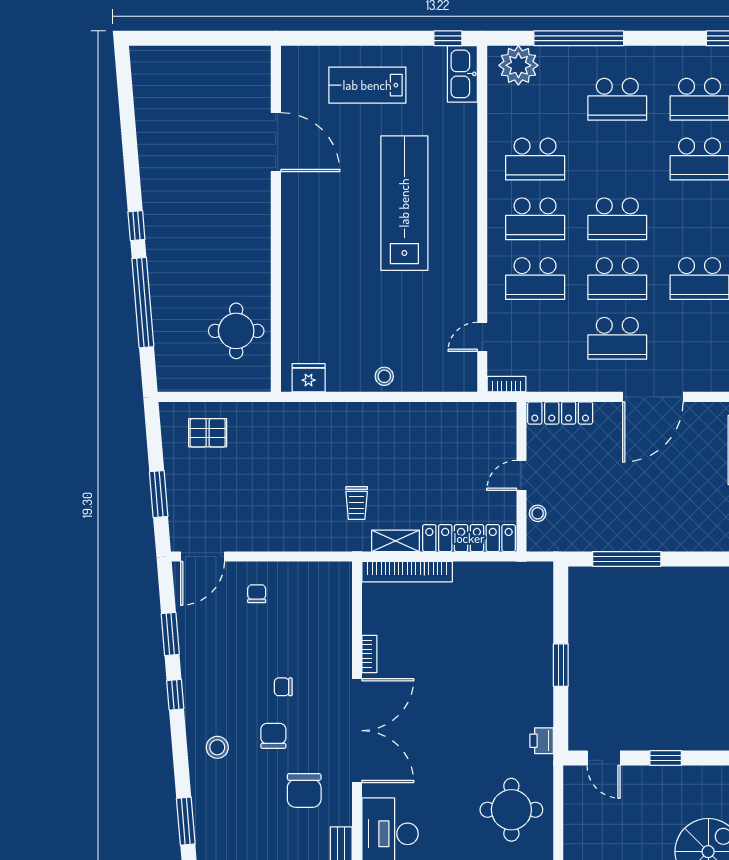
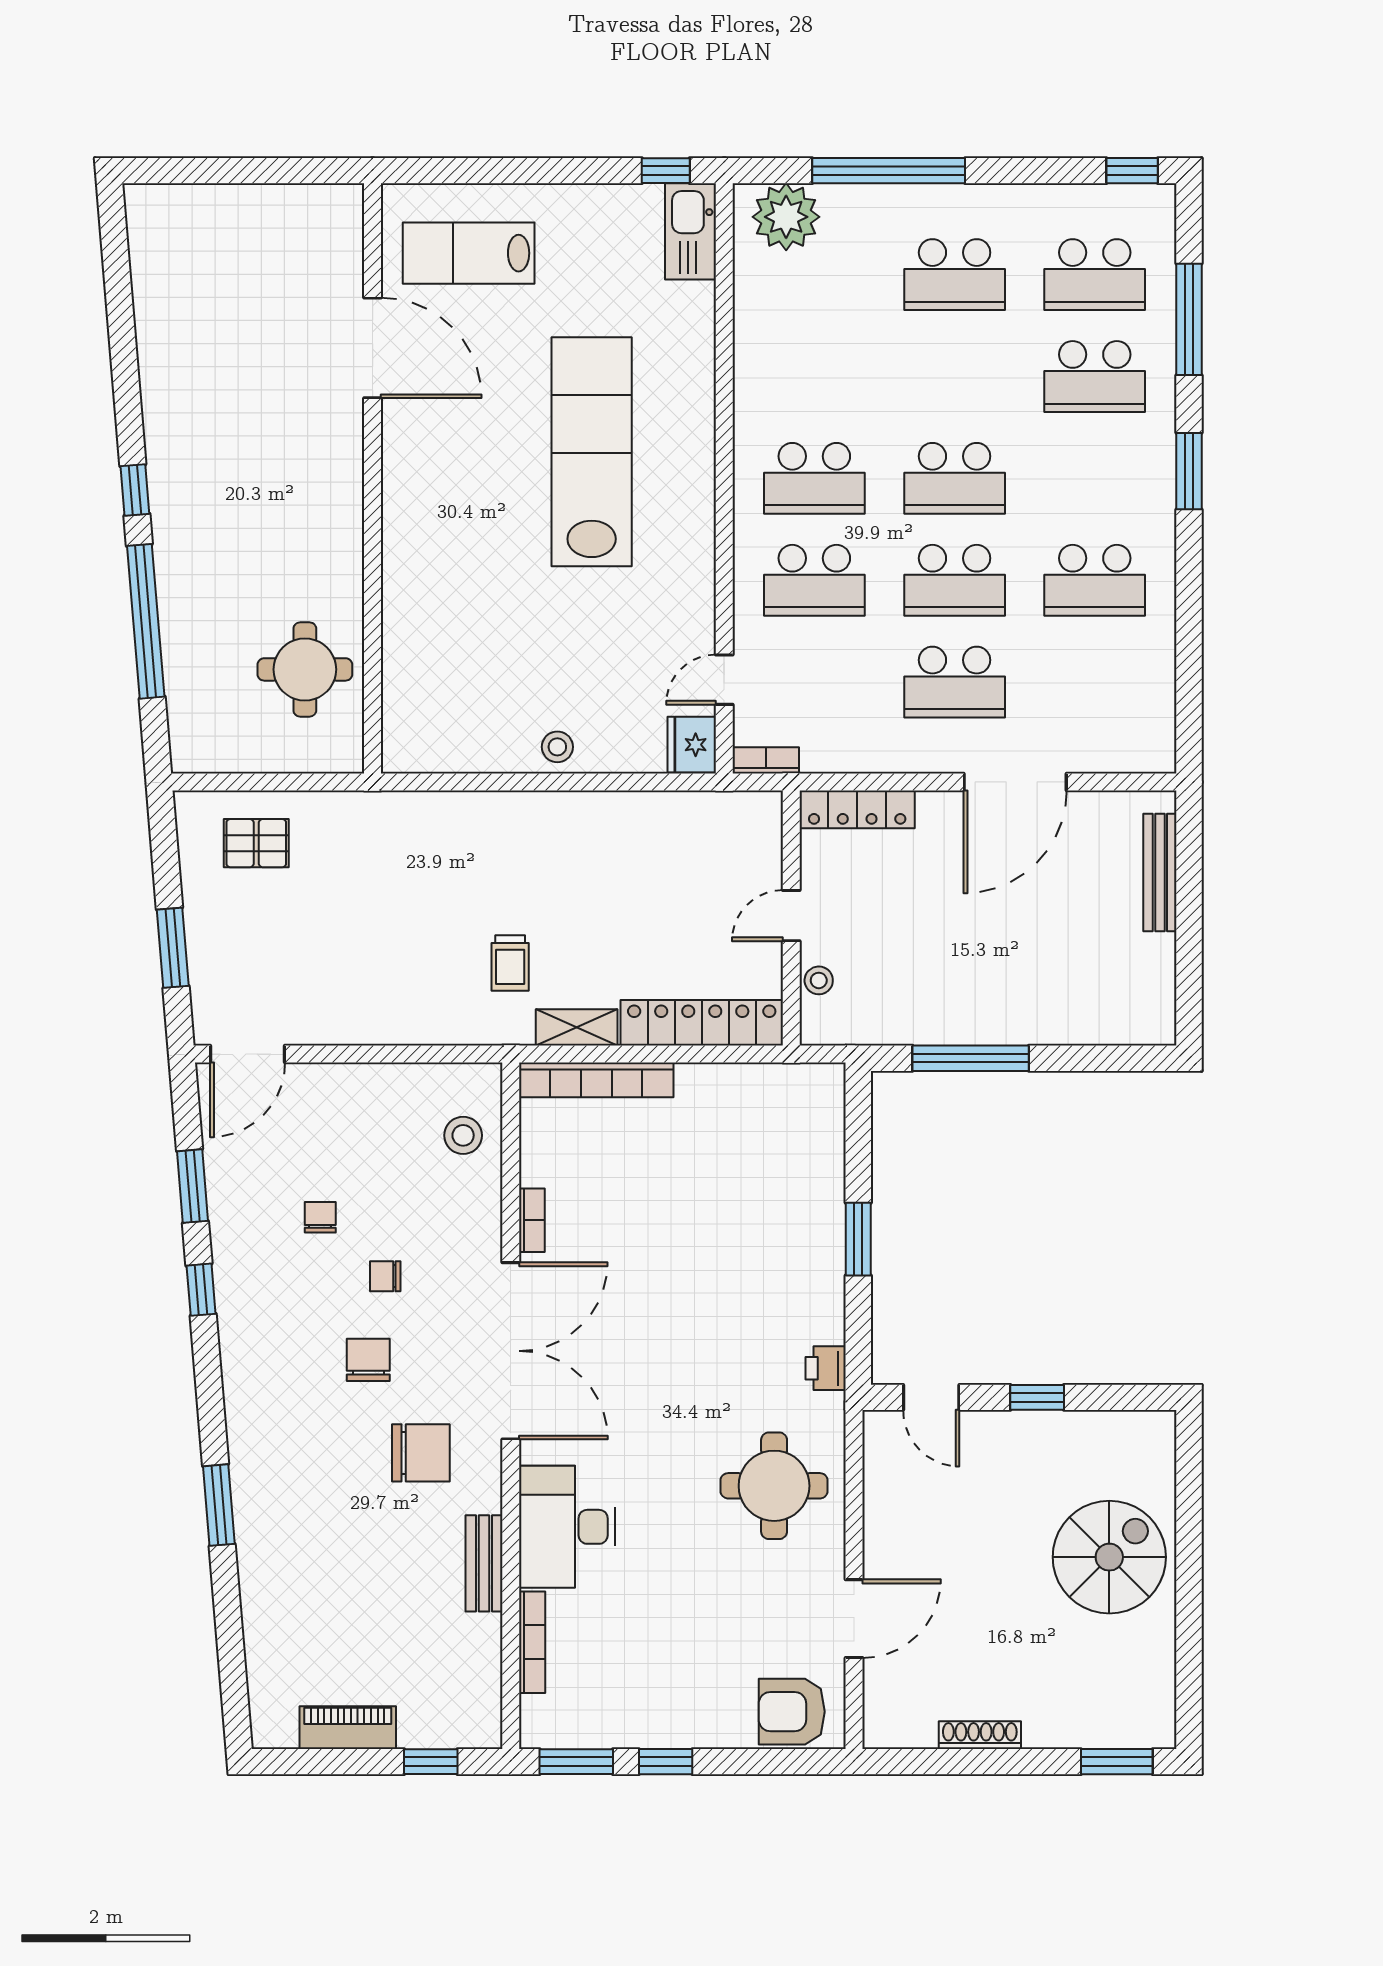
lab bench: (367, 85) -> (469, 253), moved
school desk: (535, 159) -> (814, 376), removed
fridge: (309, 378) -> (692, 745), moved, turned -90
chair: (257, 594) -> (320, 1217), moved
stool: (217, 747) -> (463, 1135), moved
chair: (304, 790) -> (421, 1453), turned -90

